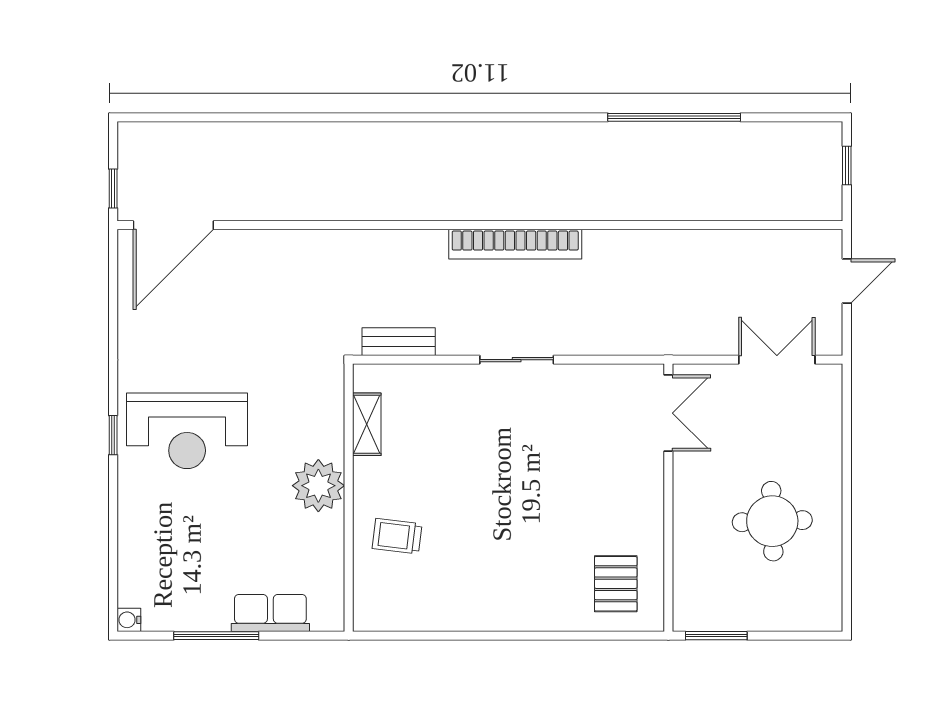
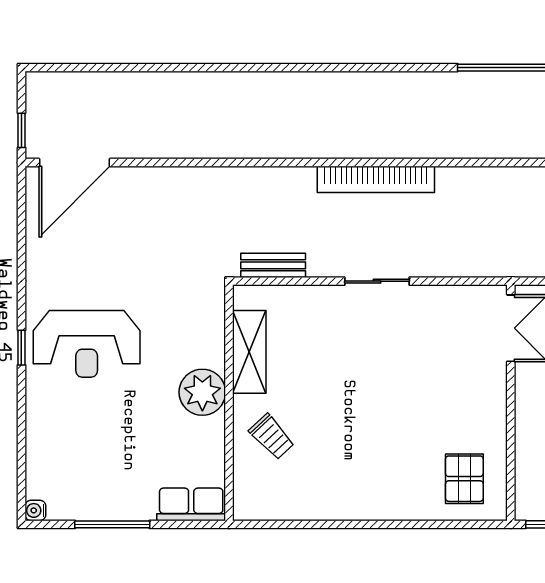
shelving: (367, 424) -> (249, 352), width x1.50, depth x1.33
trolley: (397, 536) -> (272, 437), turned -140
row of seats: (270, 613) -> (191, 504), moved

